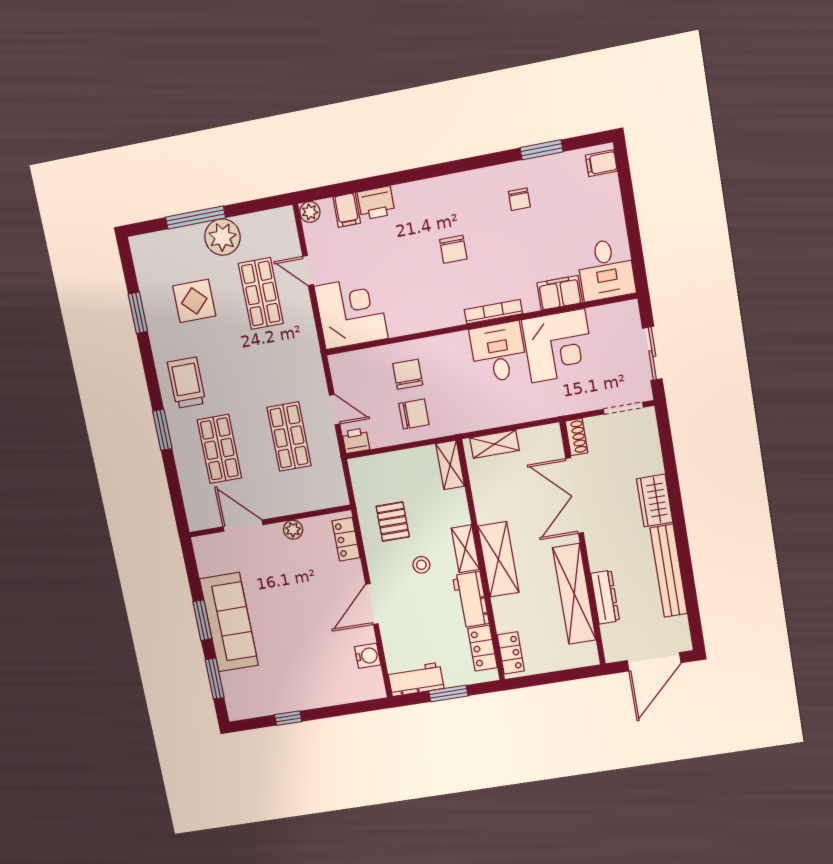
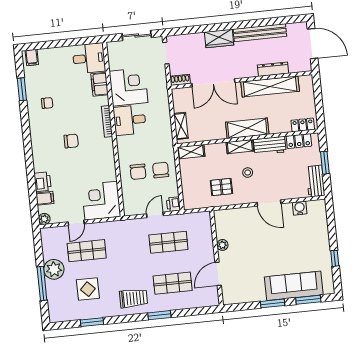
chair: (408, 374) -> (138, 172), turned -90
trolley: (187, 383) -> (133, 298), turned 180
locker: (346, 539) -> (230, 215), removed
sofa: (229, 622) -> (294, 286), moved

